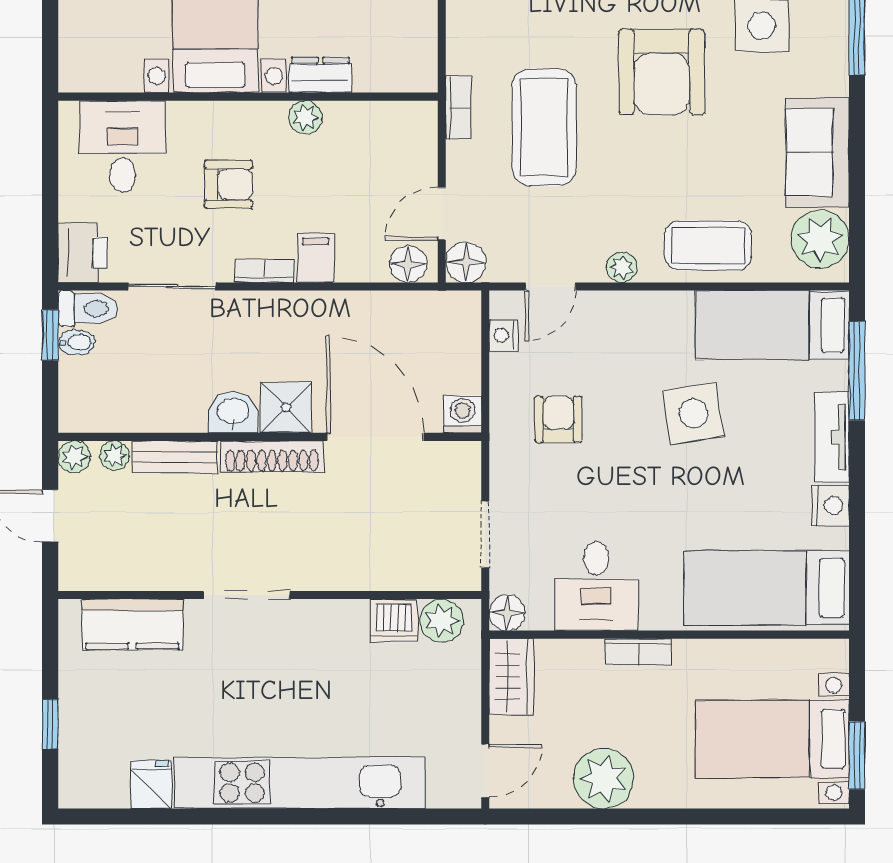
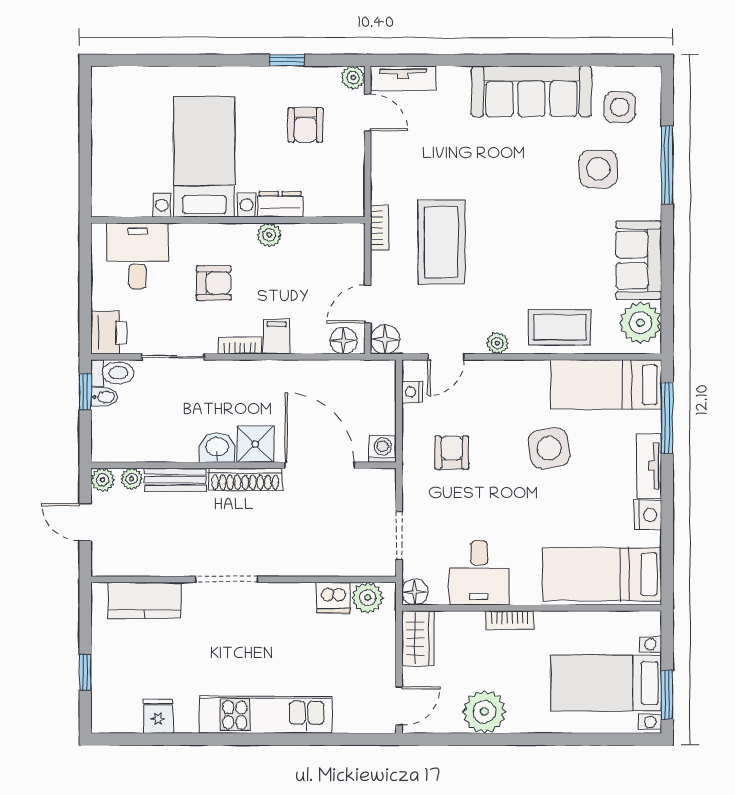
armchair: (662, 72) -> (526, 202), removed
kitchen unit: (300, 783) -> (265, 715), width x0.73

